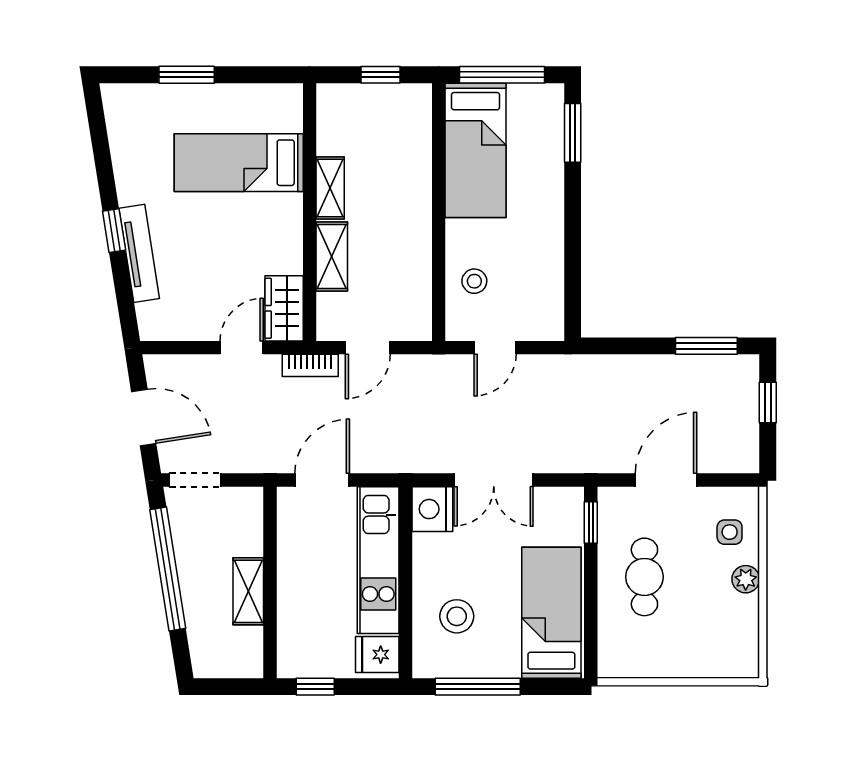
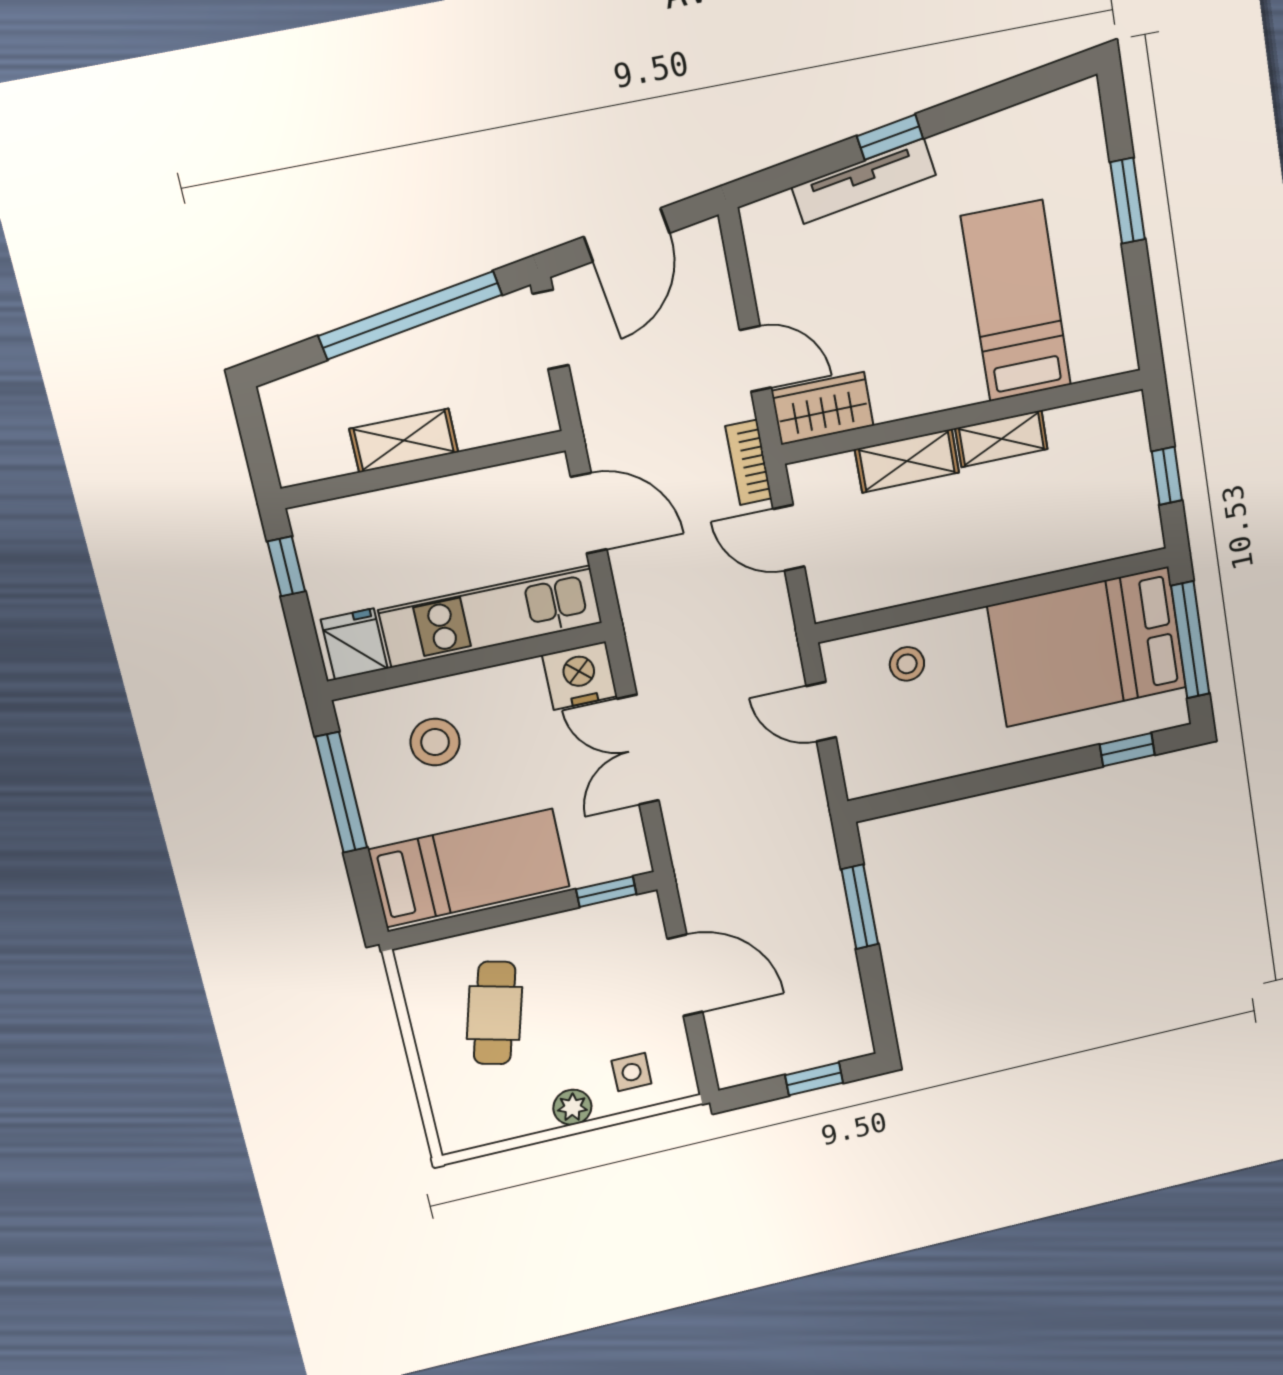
window: (573, 133) -> (1127, 750), width x0.67
bed: (476, 150) -> (1087, 647), width x1.50
window: (706, 346) -> (860, 907), moved
cafe table: (644, 577) -> (495, 1013), moved, turned -75

